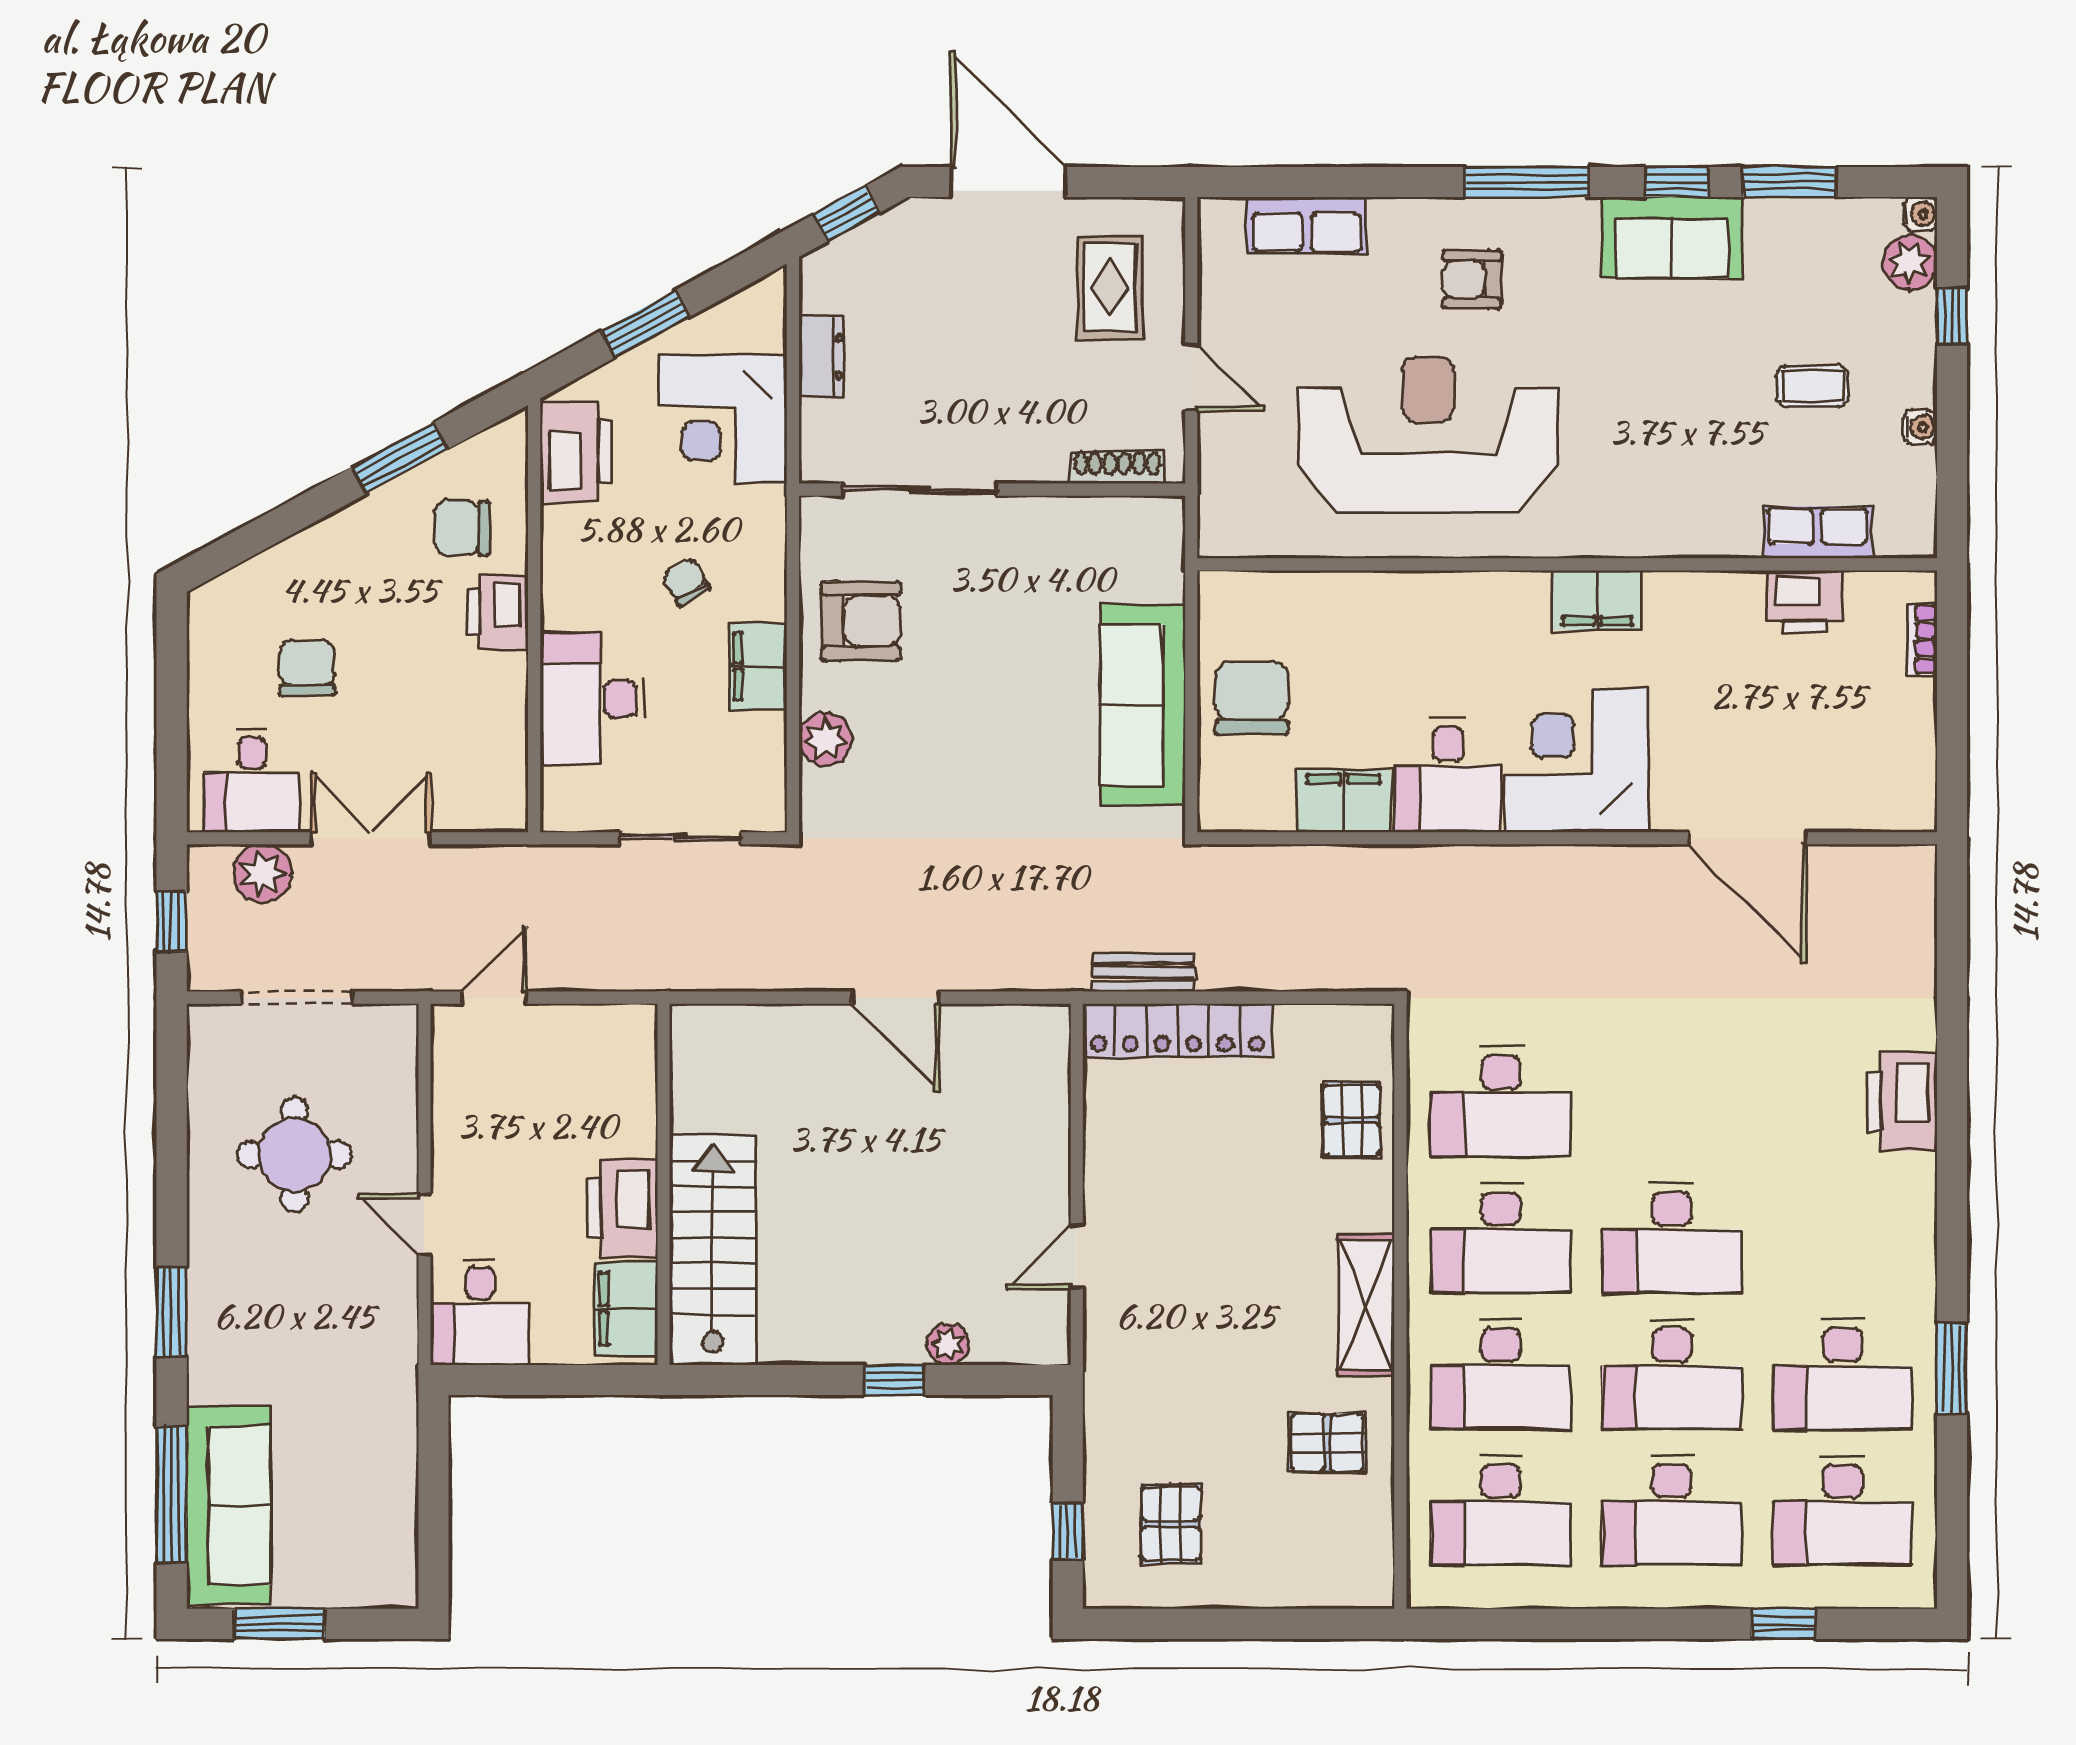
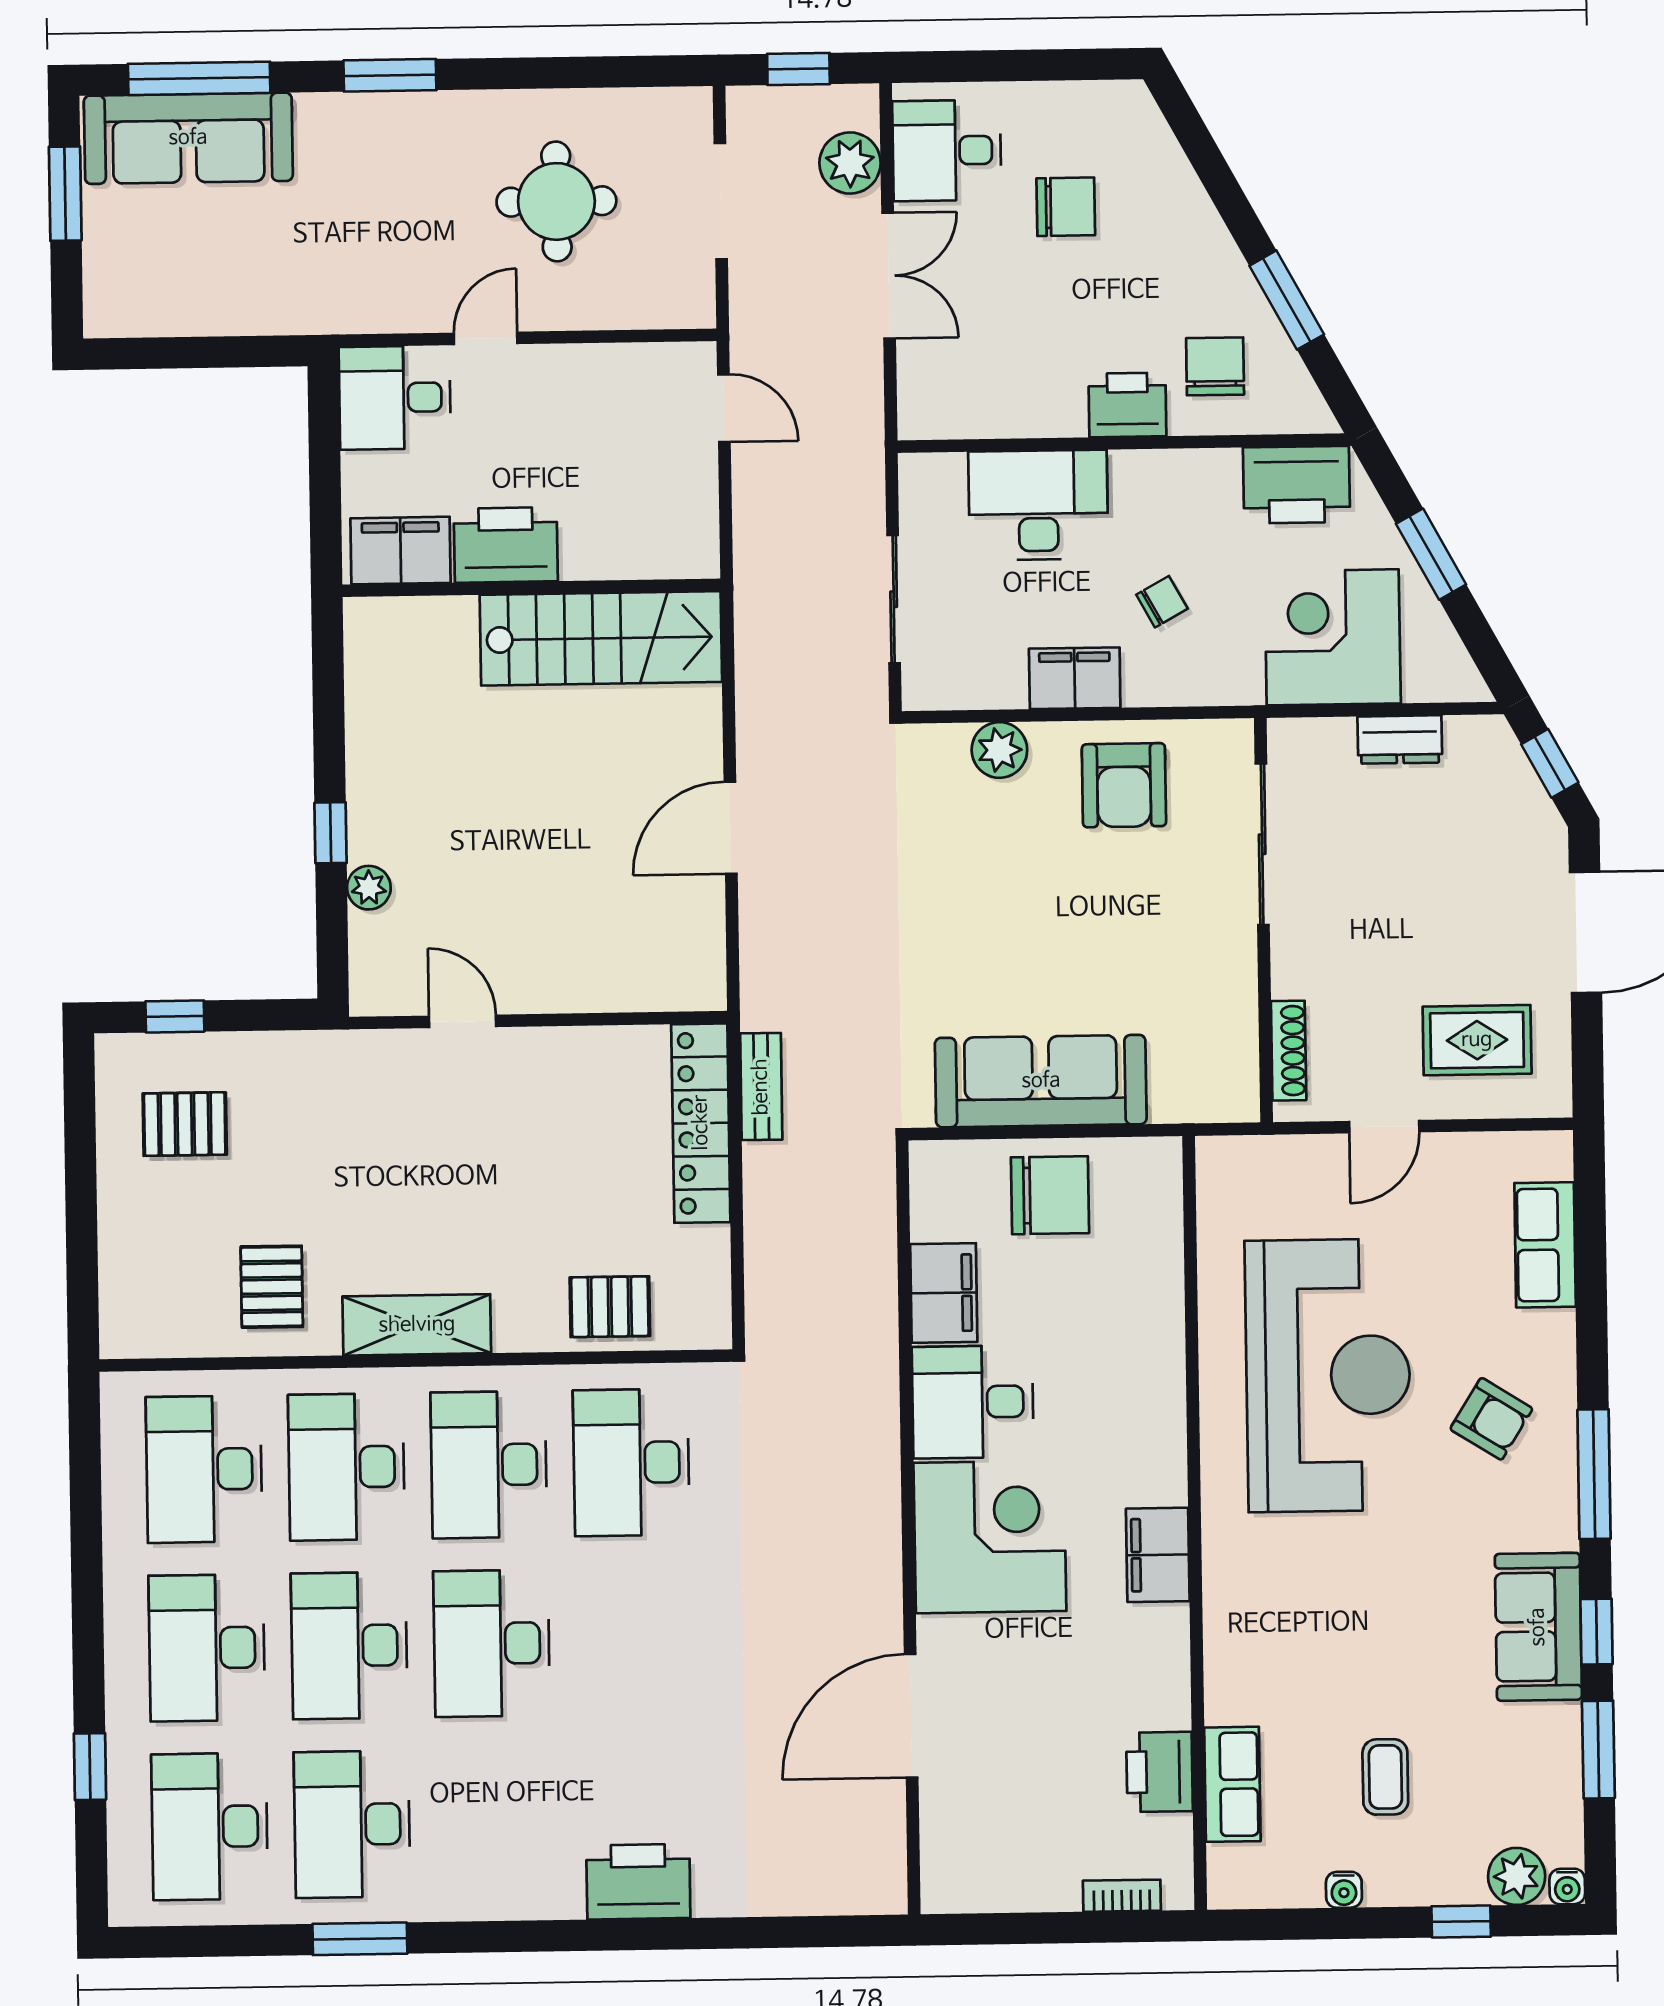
armchair: (1472, 279) -> (1491, 1419), turned 122
stairs: (713, 1250) -> (601, 638), moved

